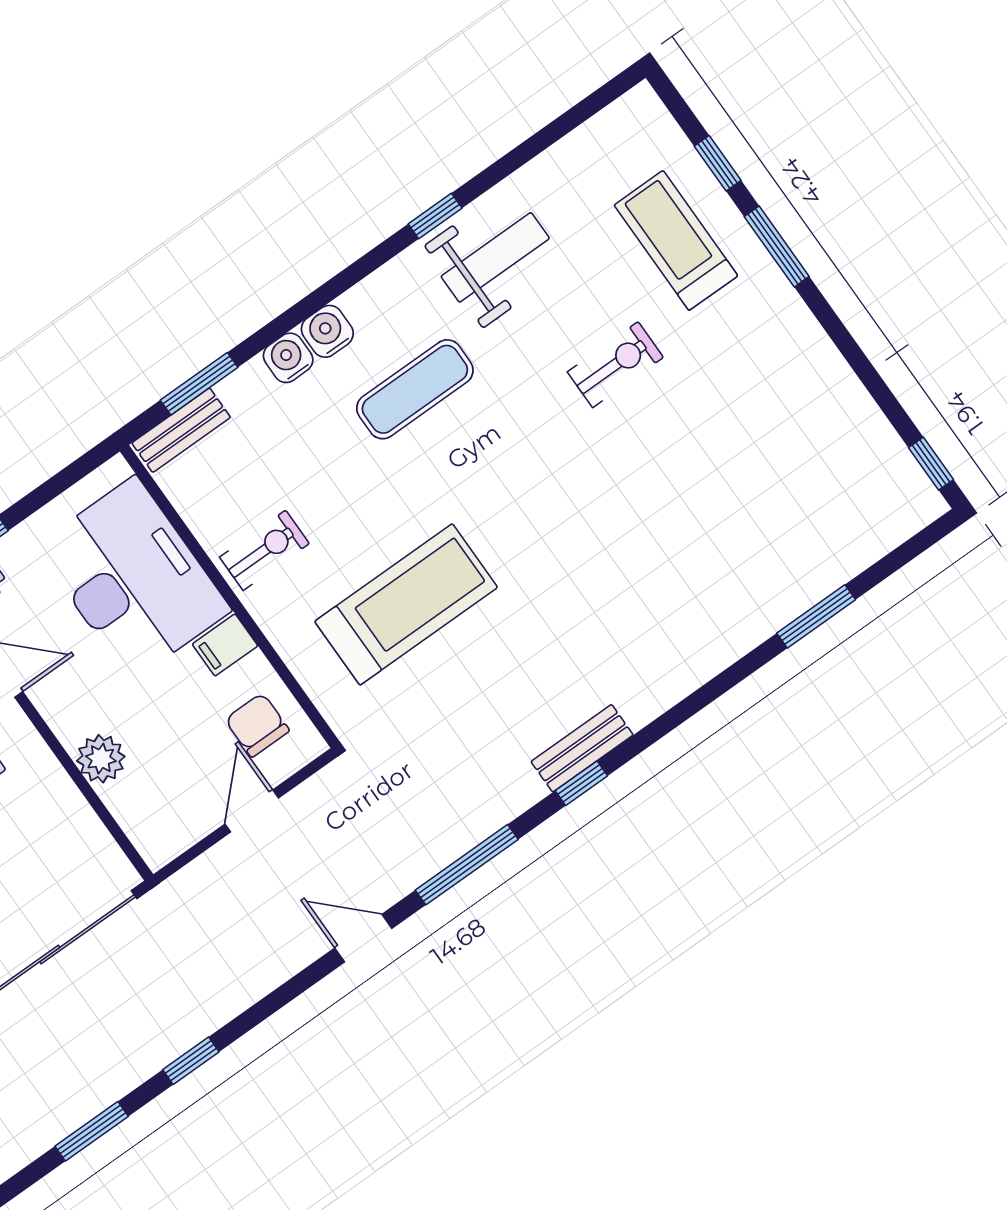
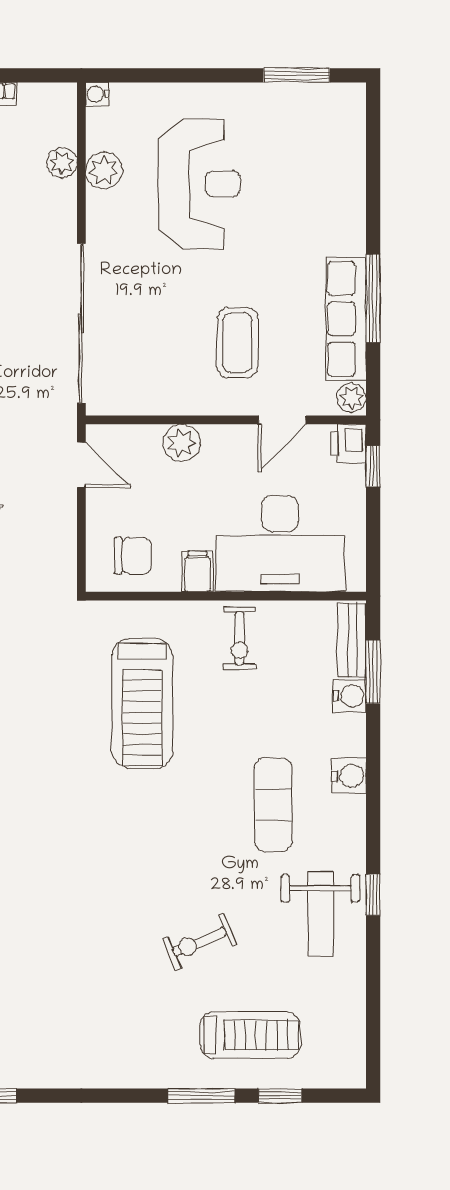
water cooler: (288, 358) -> (350, 696), moved
exercise bike: (615, 365) -> (199, 942), turned 67
door: (252, 811) -> (81, 465), moved

